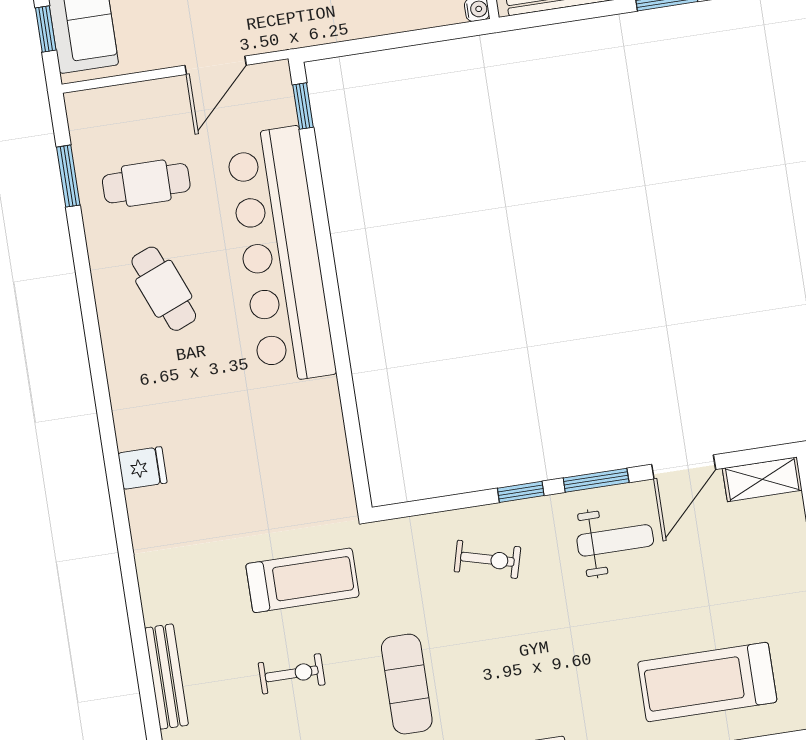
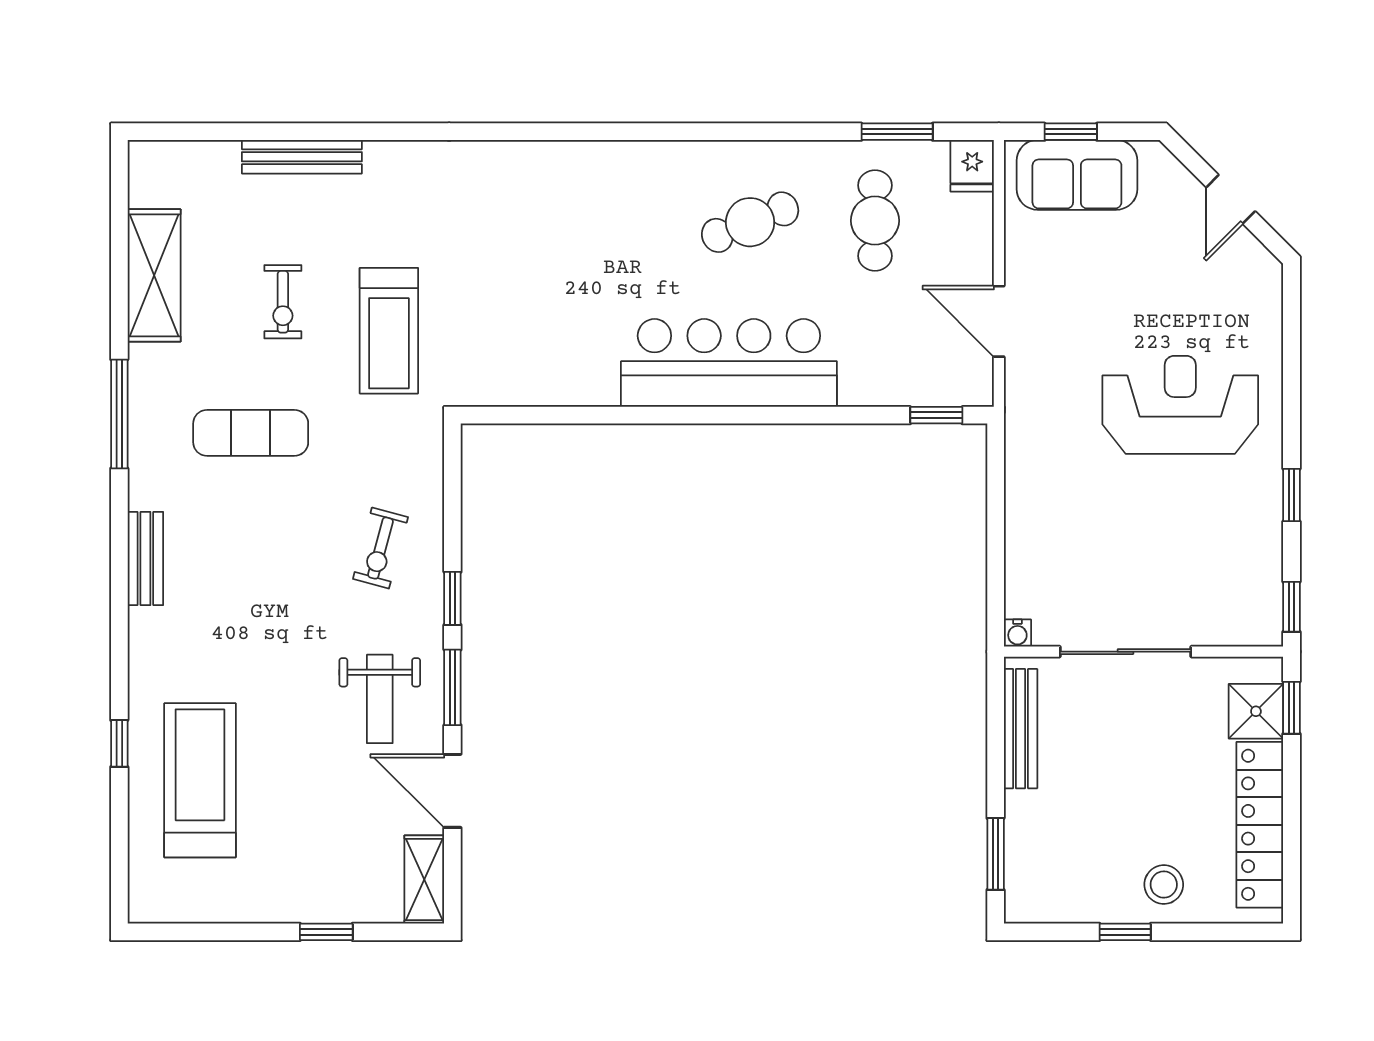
bar counter: (281, 255) -> (729, 363), width x0.73
fridge: (142, 468) -> (972, 166), moved

